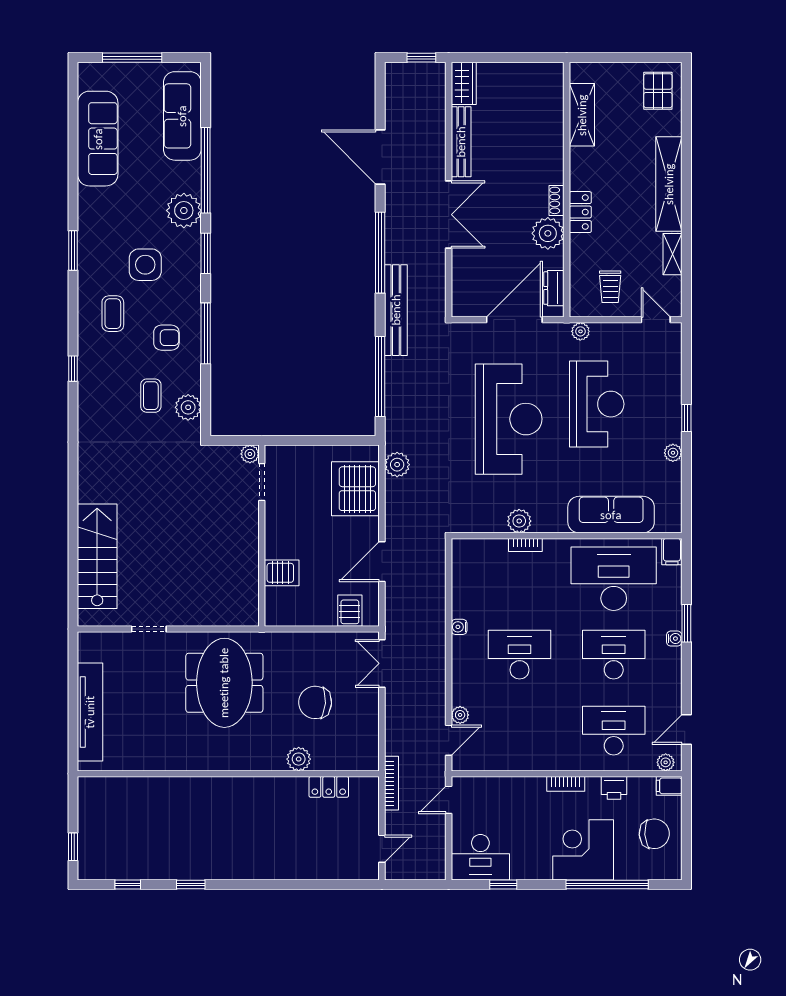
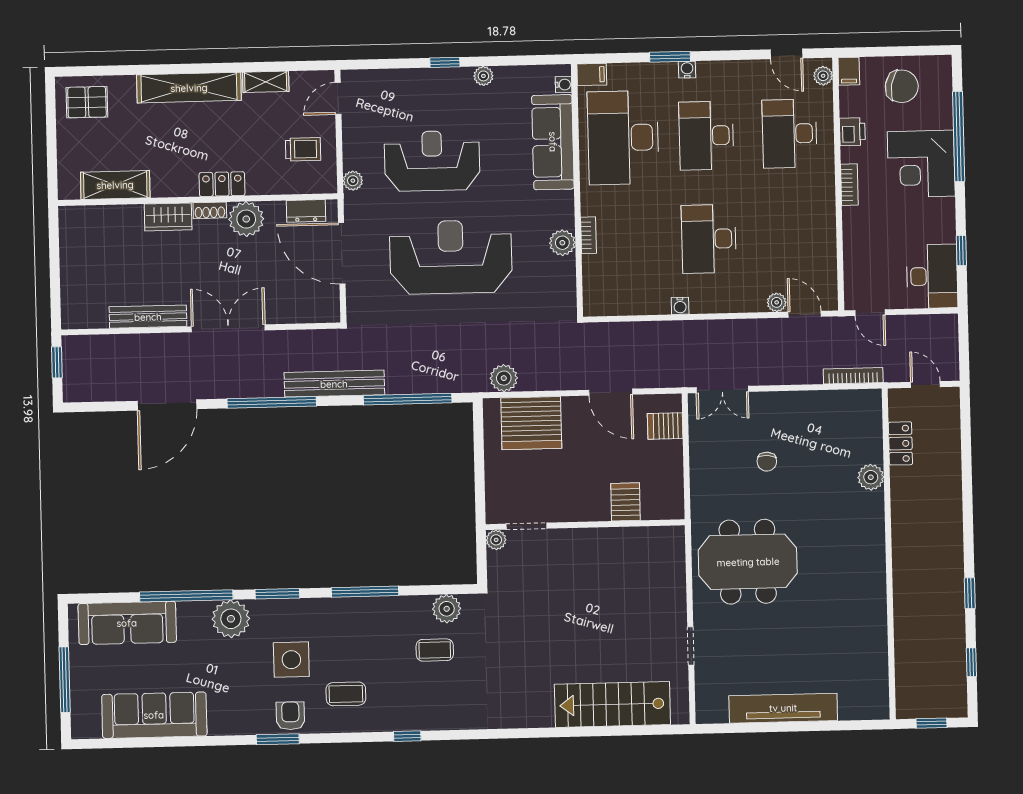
wardrobe: (464, 83) -> (168, 217), moved, turned 180
armchair: (166, 338) -> (290, 716), moved
water cooler: (663, 526) -> (564, 85), added
chair: (315, 702) -> (767, 462), width x0.54, depth x0.54
plant: (299, 759) -> (871, 477), moved
wall: (228, 774) -> (889, 554), moved
locker: (329, 787) -> (900, 443), moved
chair: (654, 834) -> (902, 86), turned 104

